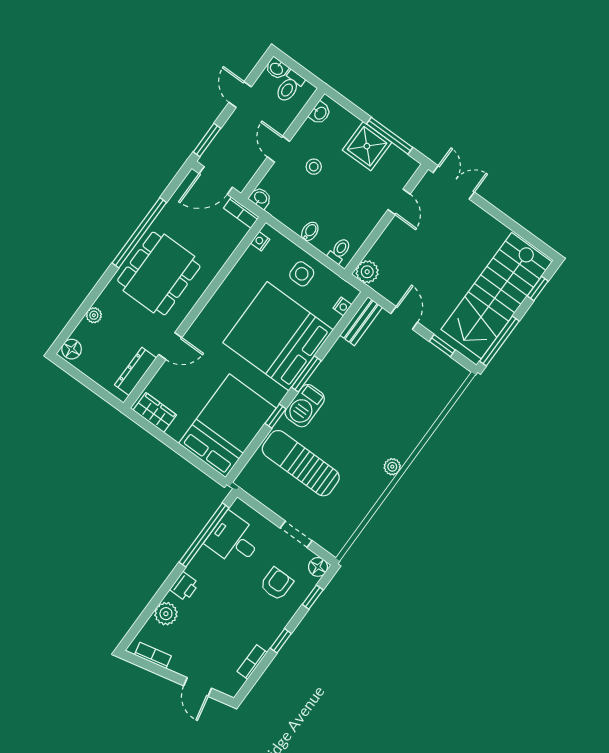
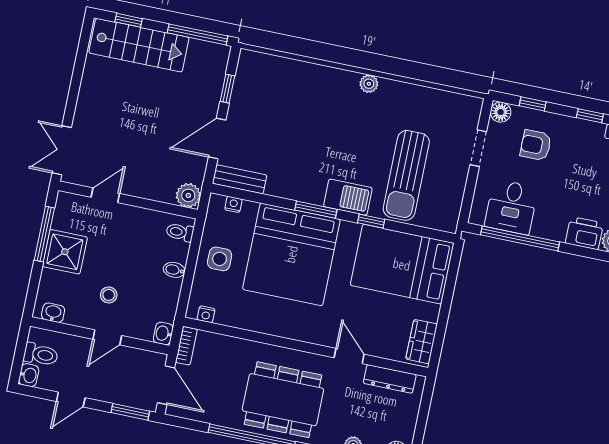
stairs: (496, 296) -> (139, 45), width x0.73, depth x0.66
door: (404, 318) -> (217, 138), width x1.38
printer: (184, 587) -> (584, 233), width x1.36, depth x1.24

